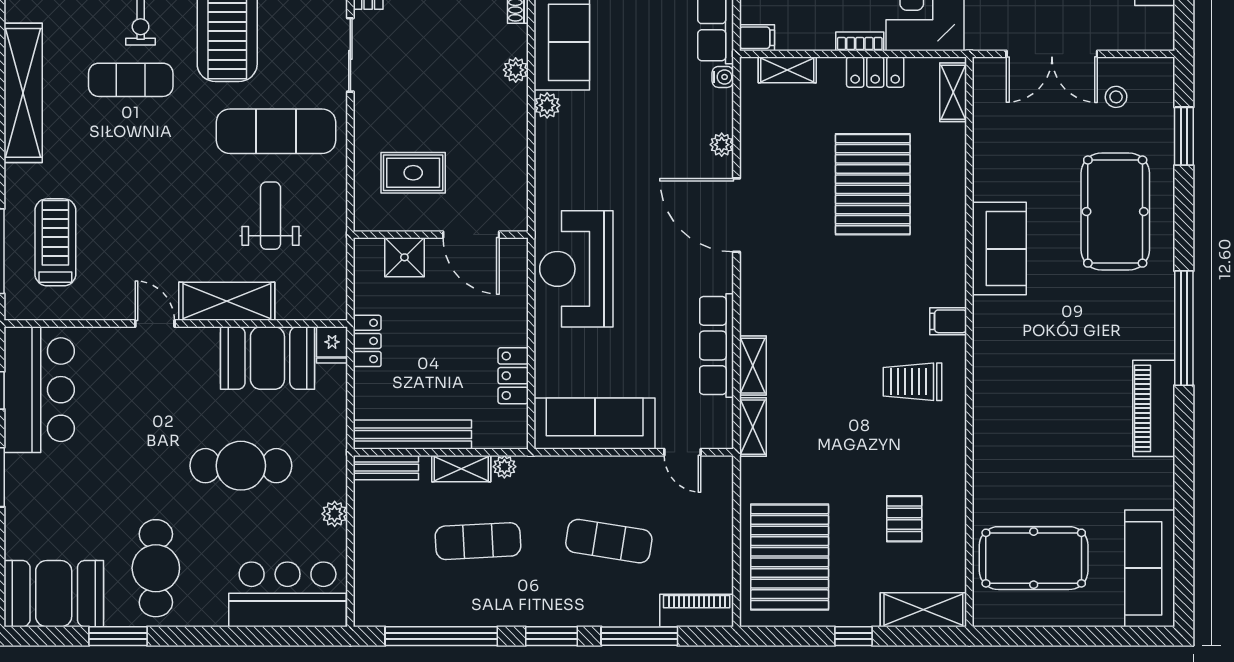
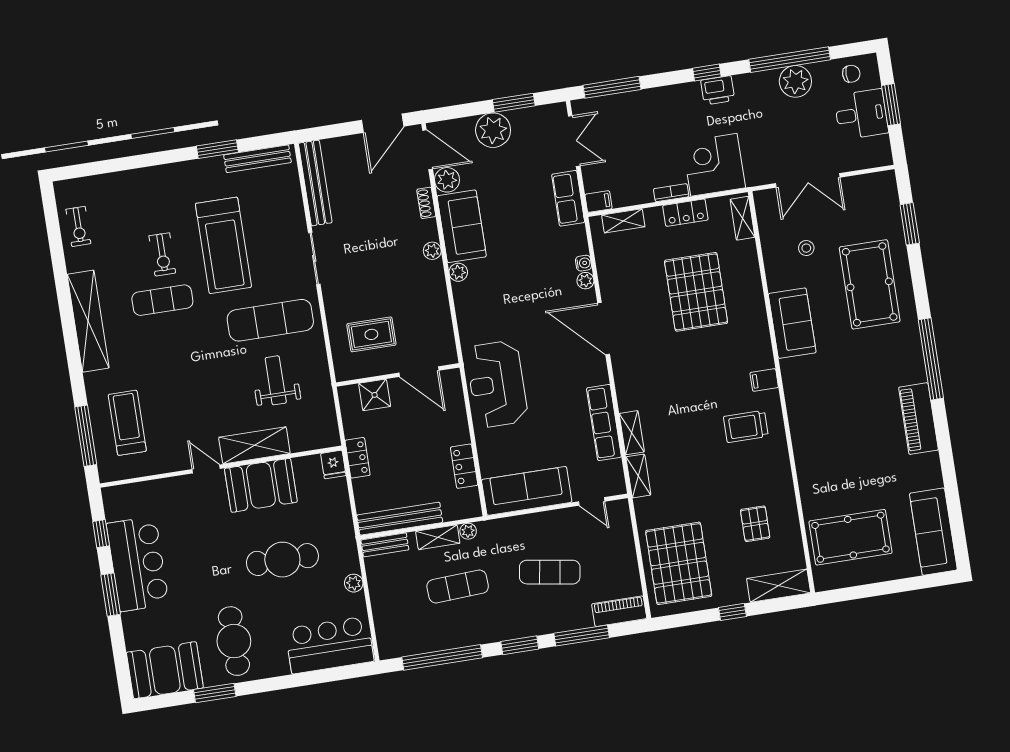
water cooler: (723, 77) -> (583, 263), moved
stool: (1116, 97) -> (806, 248), moved
booth: (267, 358) -> (261, 485), moved
bar counter: (39, 390) -> (138, 564), moved

